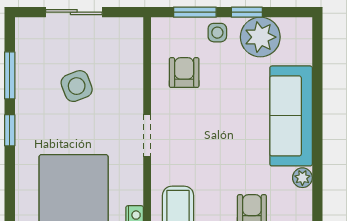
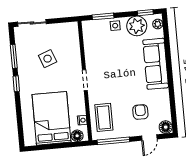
sliding door: (74, 12) -> (32, 23), moved
window: (247, 12) -> (145, 13), moved
armchair: (184, 73) -> (100, 47), removed
plant: (302, 178) -> (158, 24), moved

